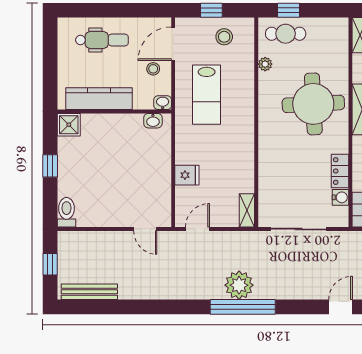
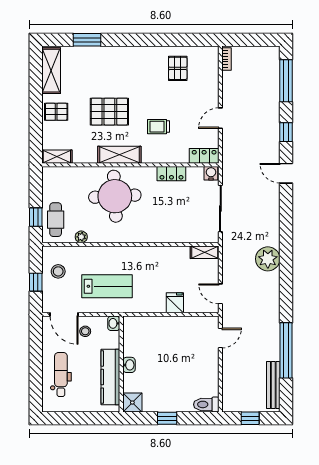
washbasin: (153, 121) -> (129, 365), moved
water cooler: (340, 197) -> (211, 173), moved
window: (243, 307) -> (286, 350), moved

